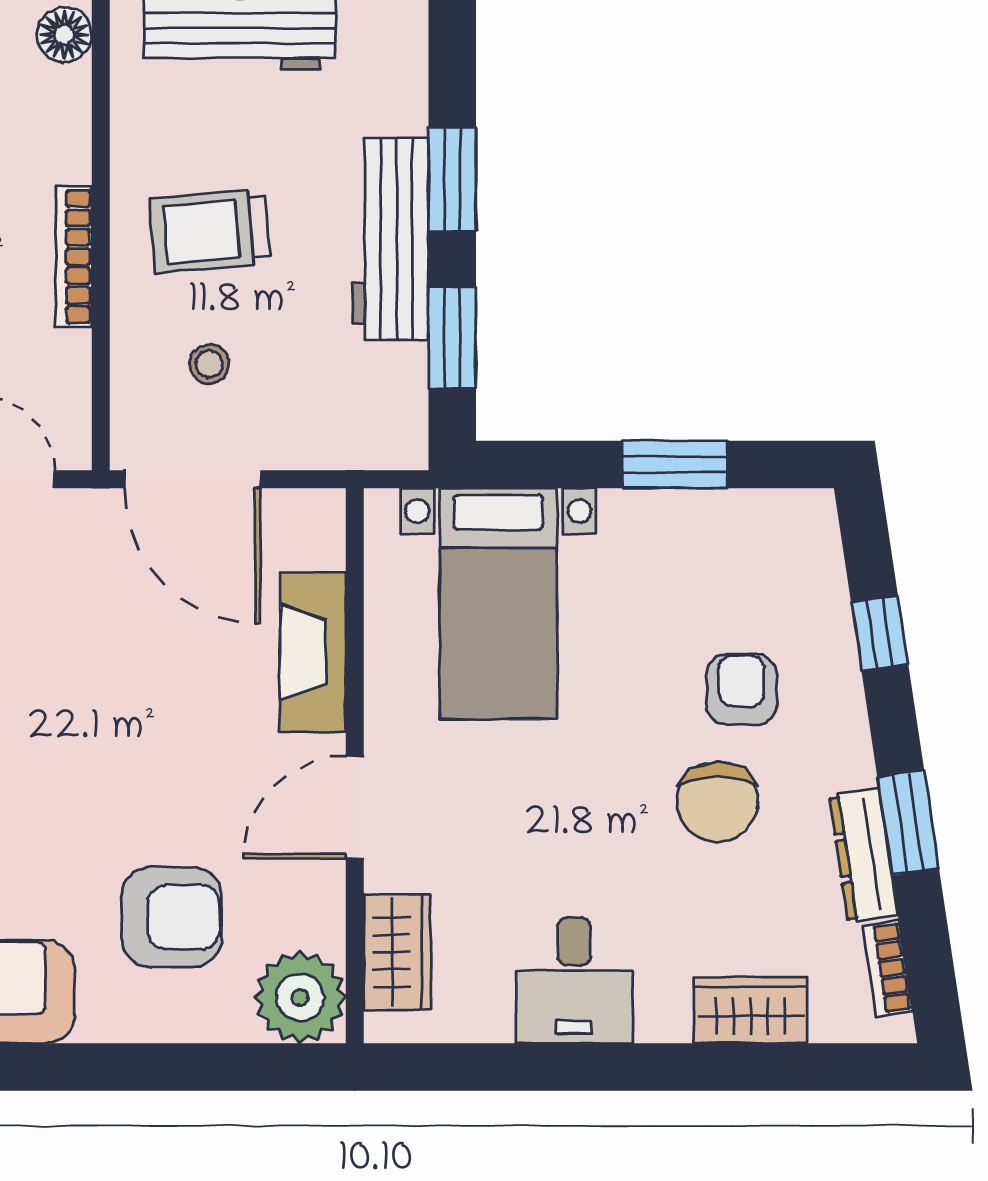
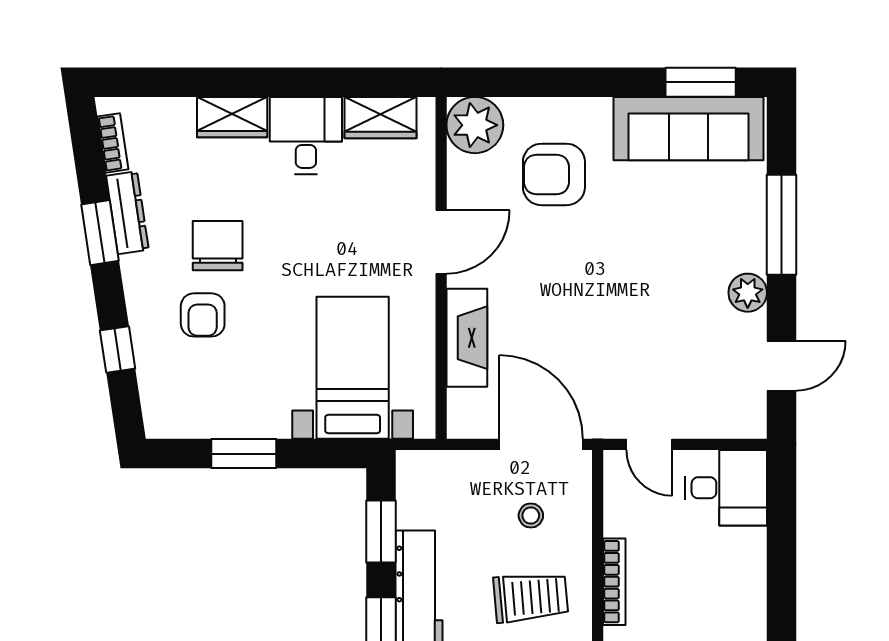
wardrobe: (397, 952) -> (381, 118), moved, turned -90
wardrobe: (751, 1010) -> (232, 117), moved

